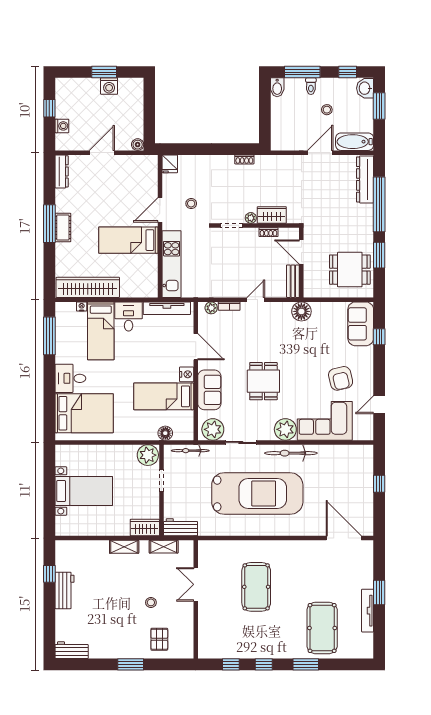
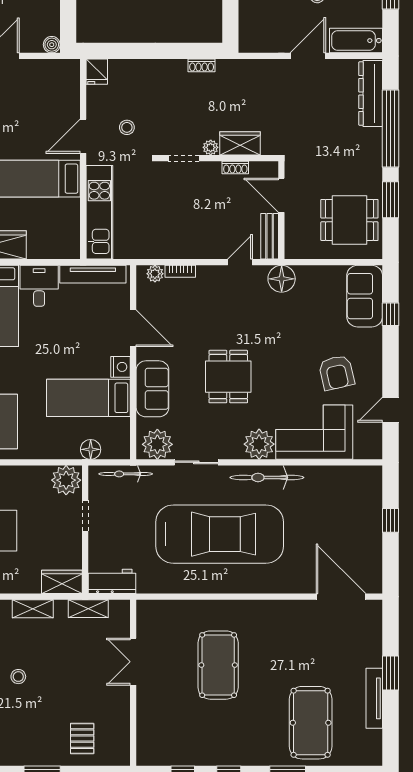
door: (256, 300) -> (240, 262), moved
stool: (151, 602) -> (18, 677), moved

